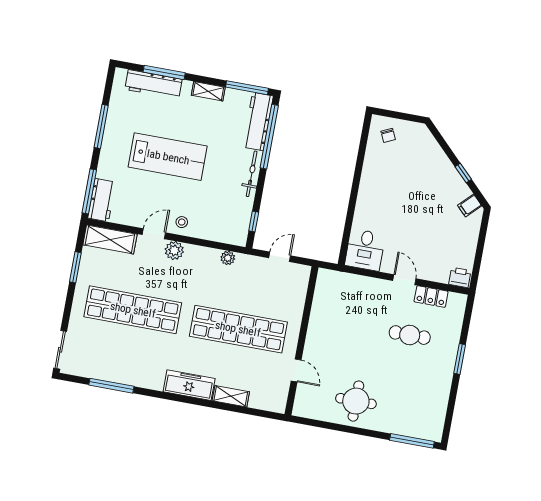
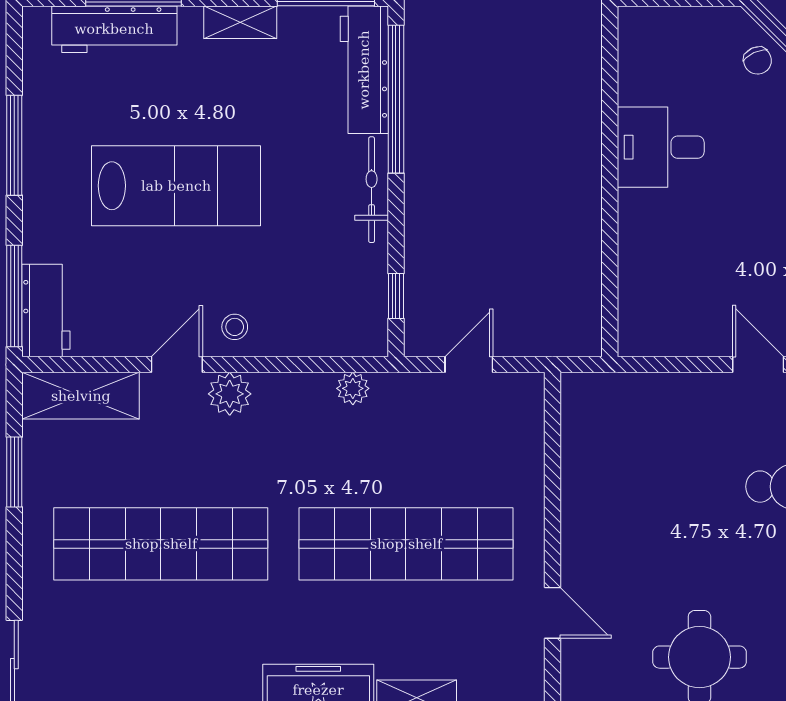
chair: (388, 135) -> (758, 61), moved
desk: (365, 250) -> (661, 147), moved, turned 90

